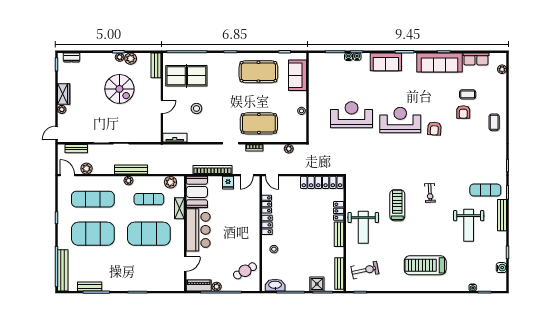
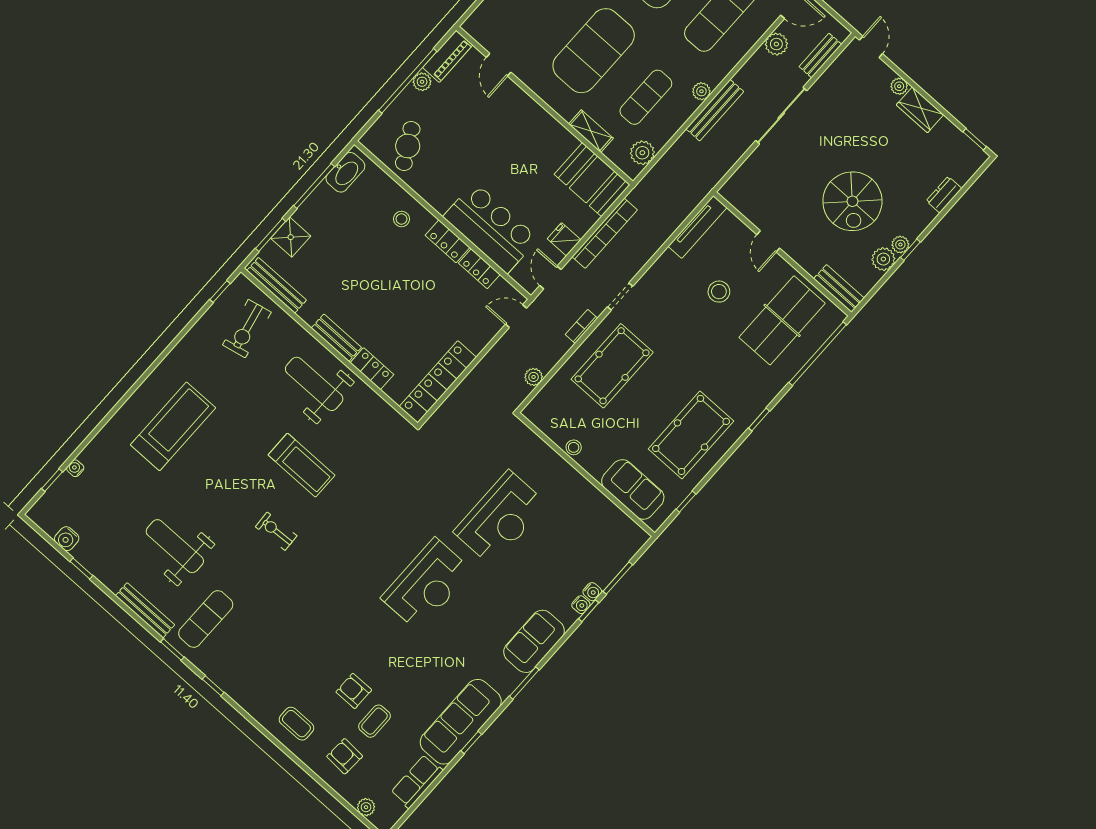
dresser: (71, 57) -> (944, 195), moved
spiral stairs: (119, 89) -> (852, 201), turned -90
armchair: (434, 129) -> (345, 756), moved
tv unit: (175, 138) -> (697, 227), width x1.41
bar counter: (198, 230) -> (491, 228), moved, turned 180

